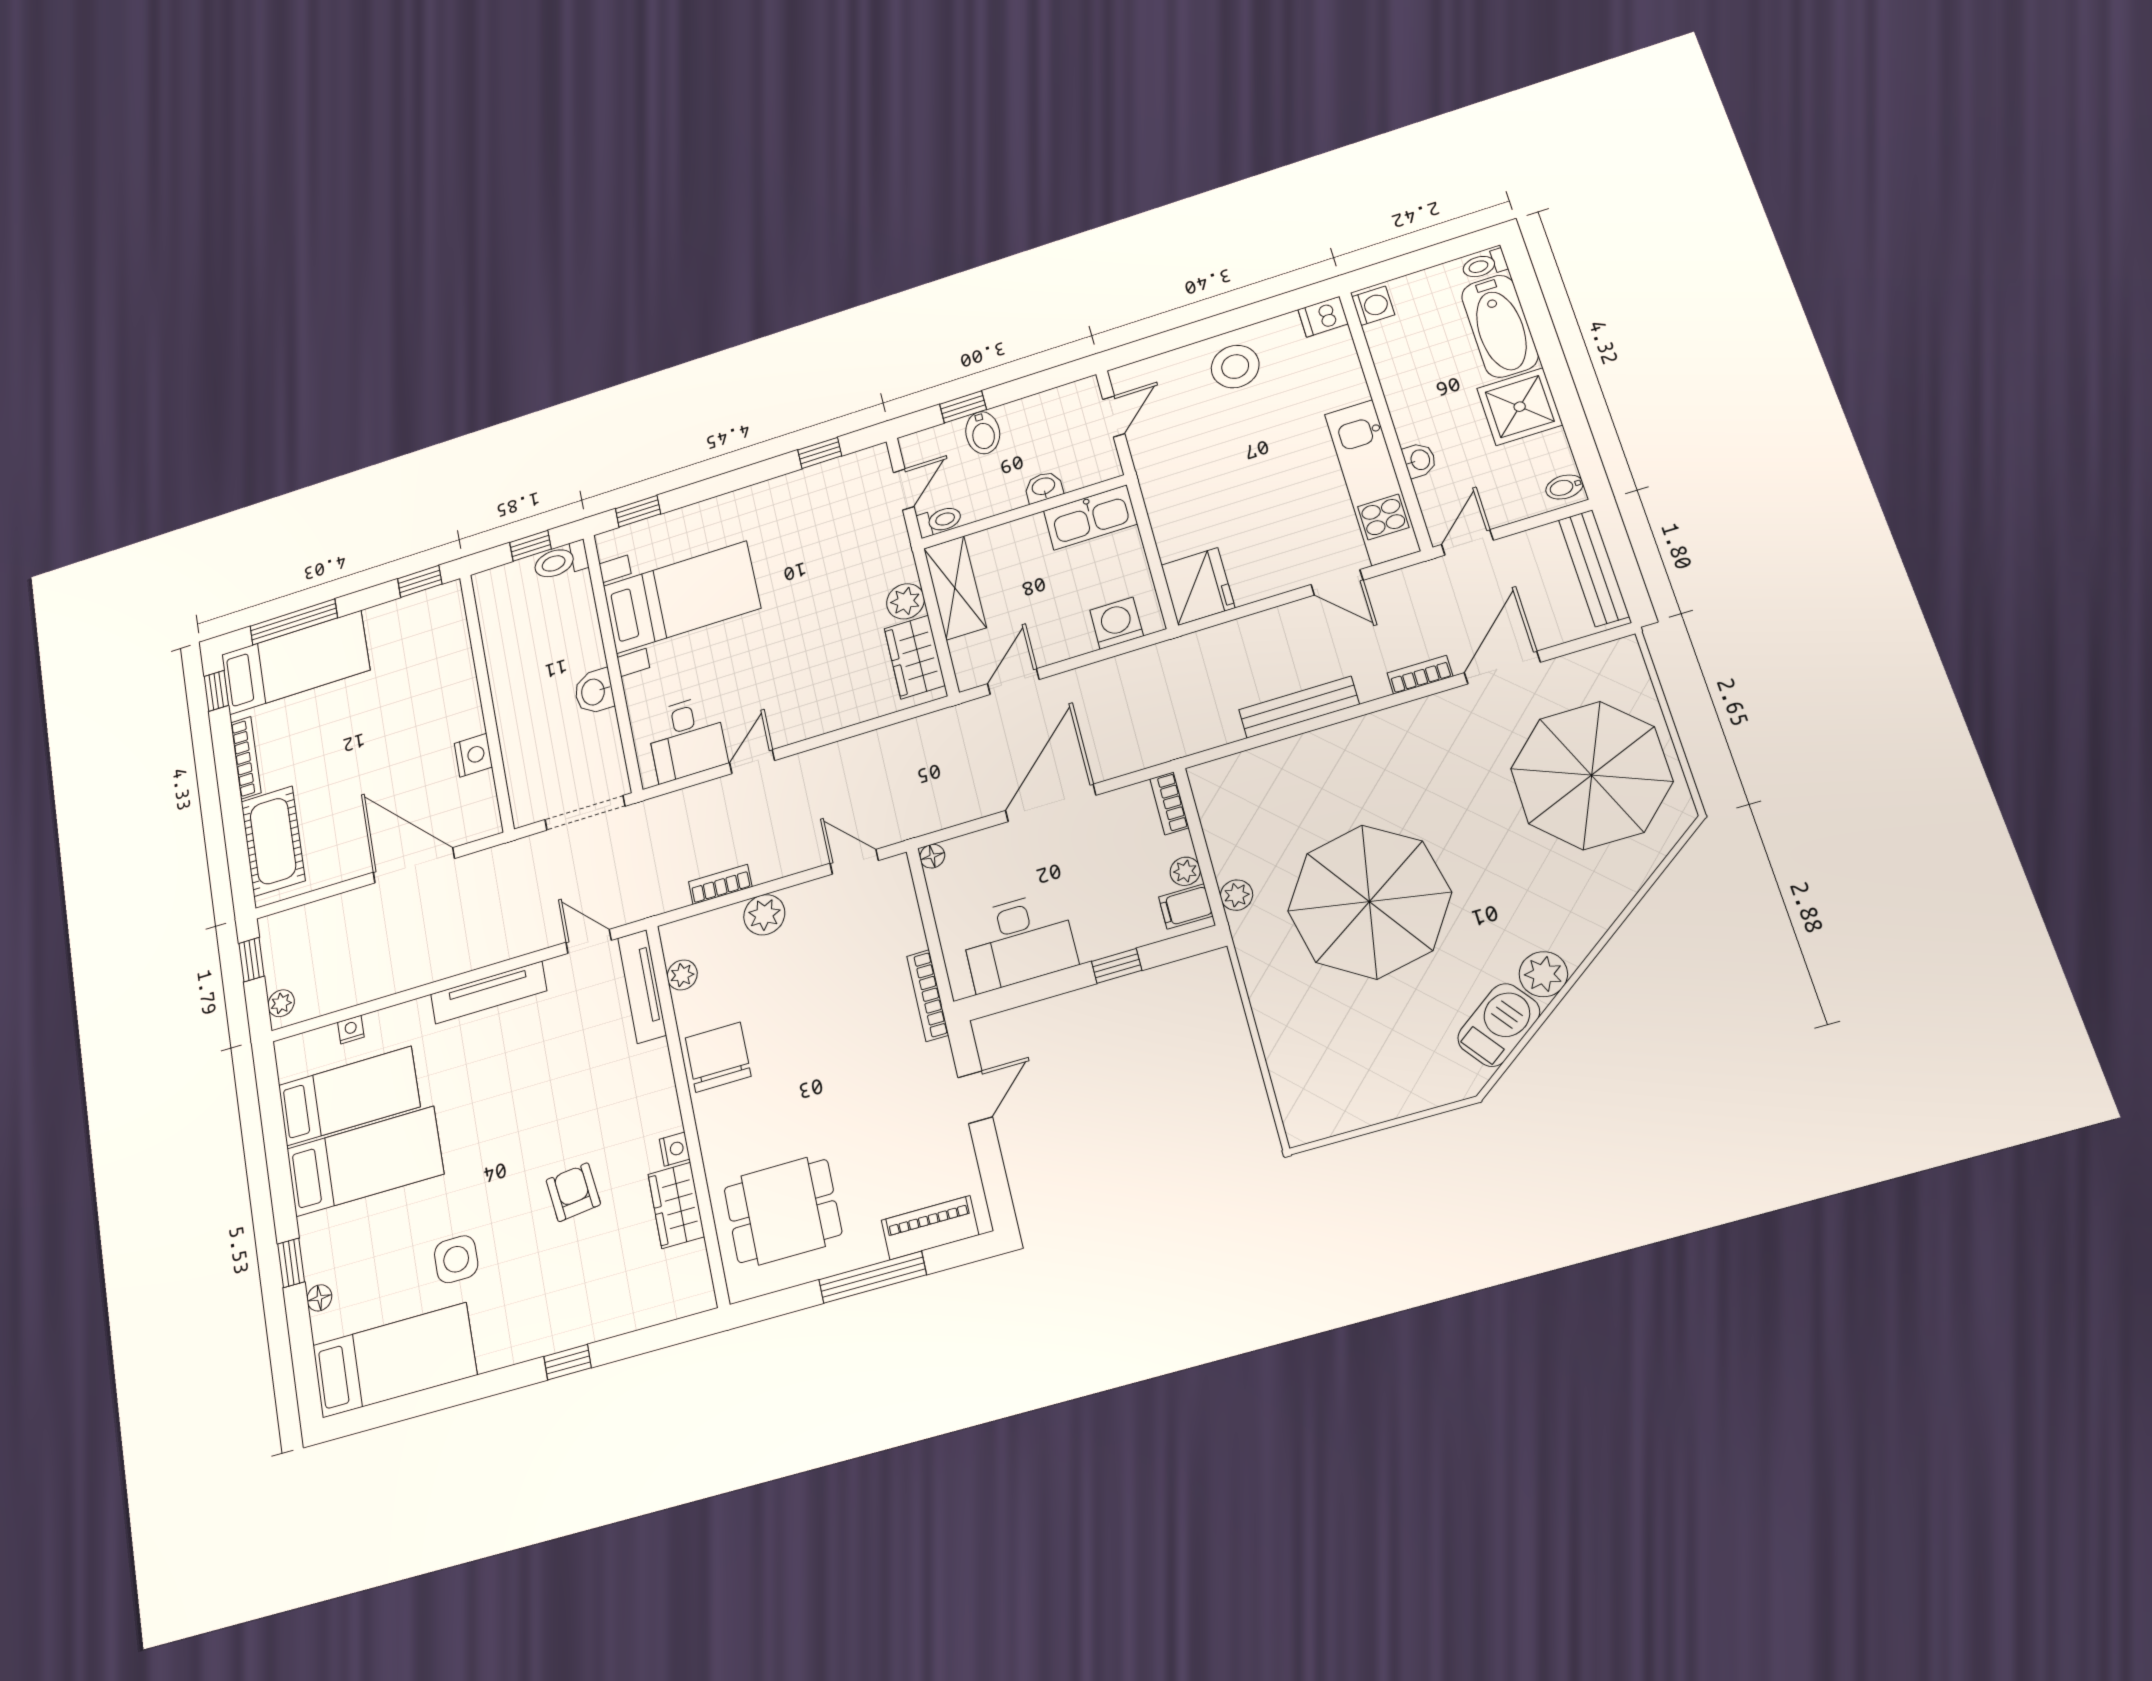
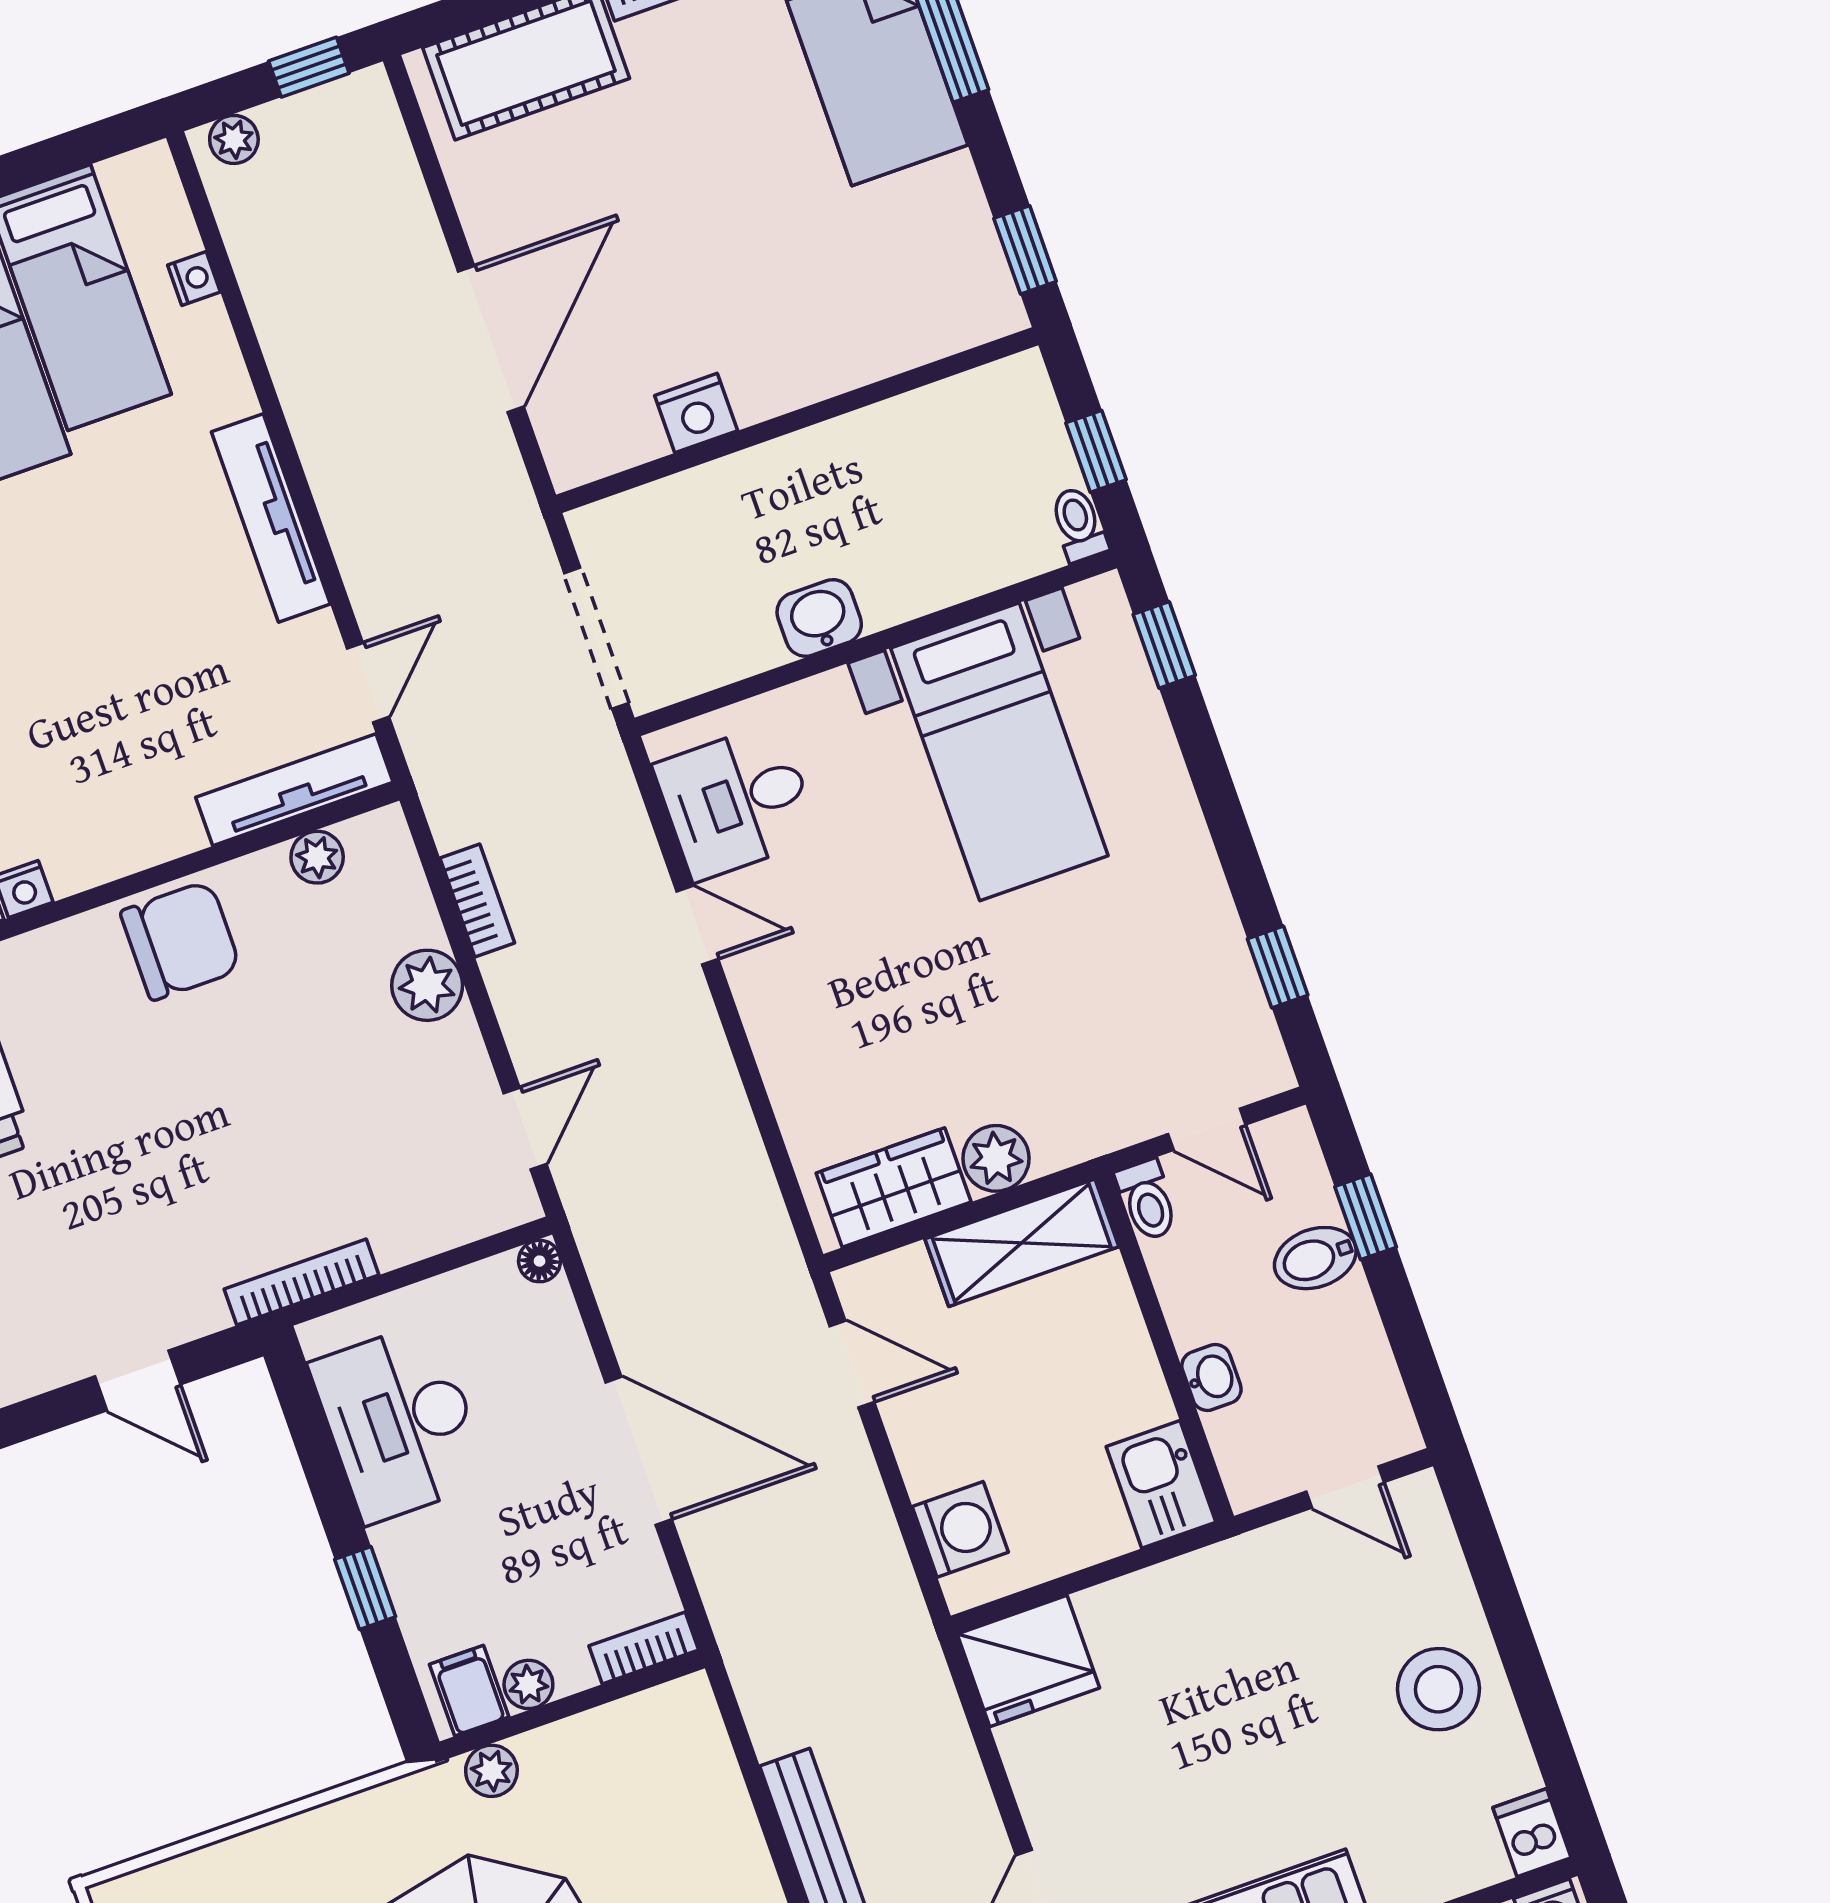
kitchen sink: (1090, 517) -> (1161, 1484), width x0.73
toilet: (561, 561) -> (1079, 524), width x0.73, depth x0.72

